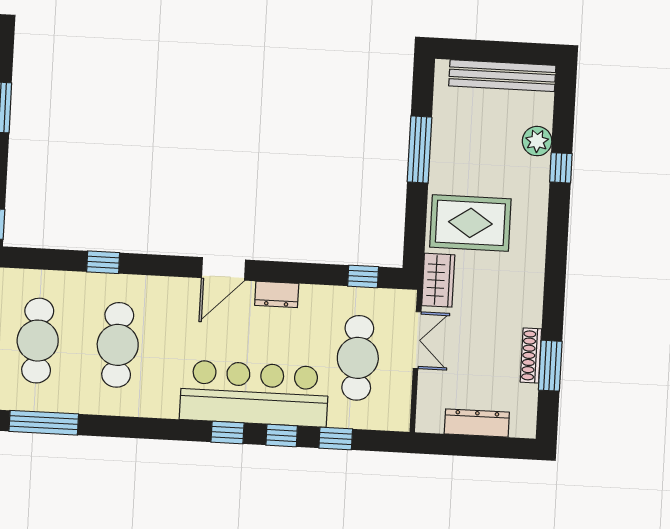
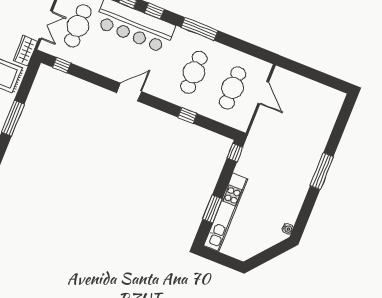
dresser: (277, 294) -> (107, 71), removed
double door: (417, 340) -> (46, 25), swing flipped
window: (44, 423) -> (200, 29), moved

